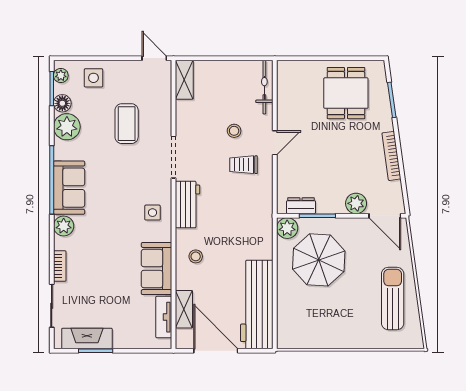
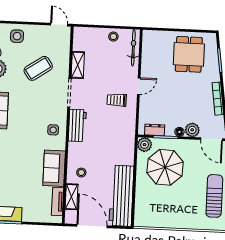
shelving: (184, 80) -> (78, 65), moved
coffee table: (127, 124) -> (38, 68), turned 56
stool: (234, 131) -> (113, 37), moved
floor lamp: (337, 207) -> (179, 132), added
stool: (196, 256) -> (81, 173), moved

